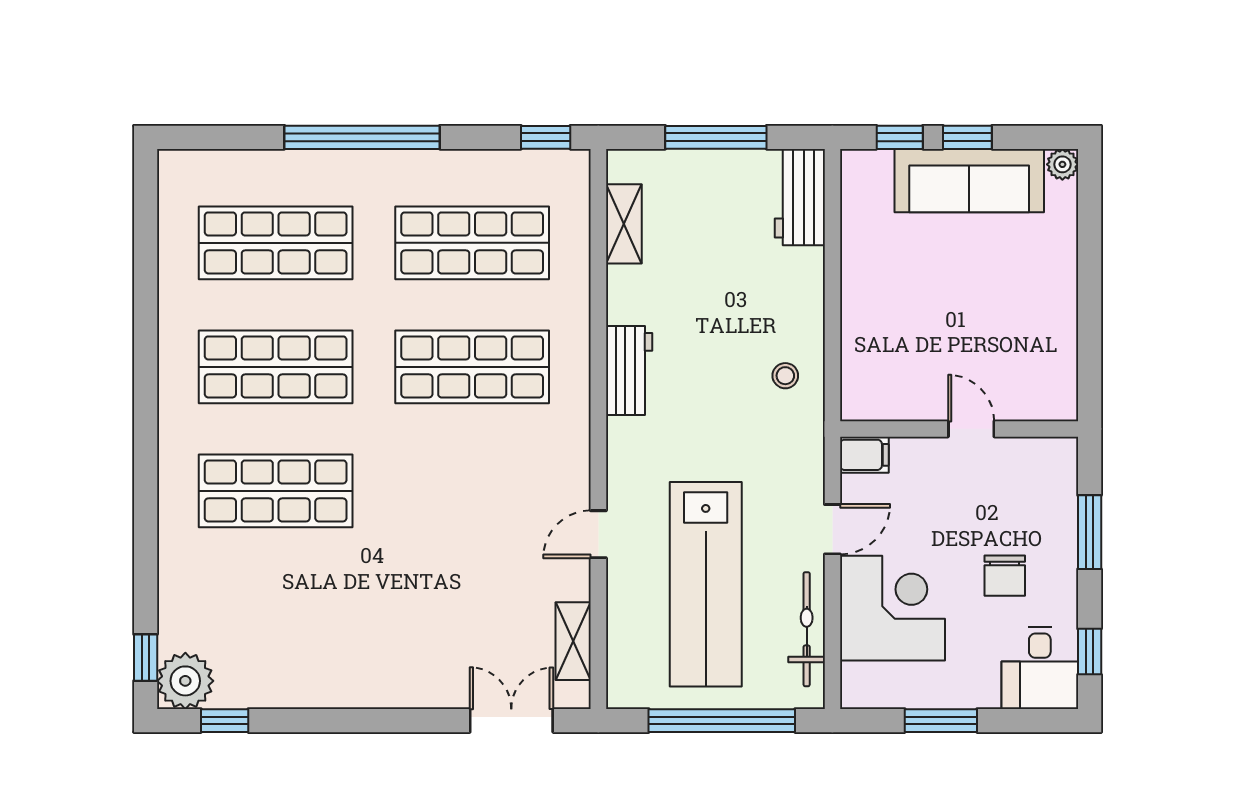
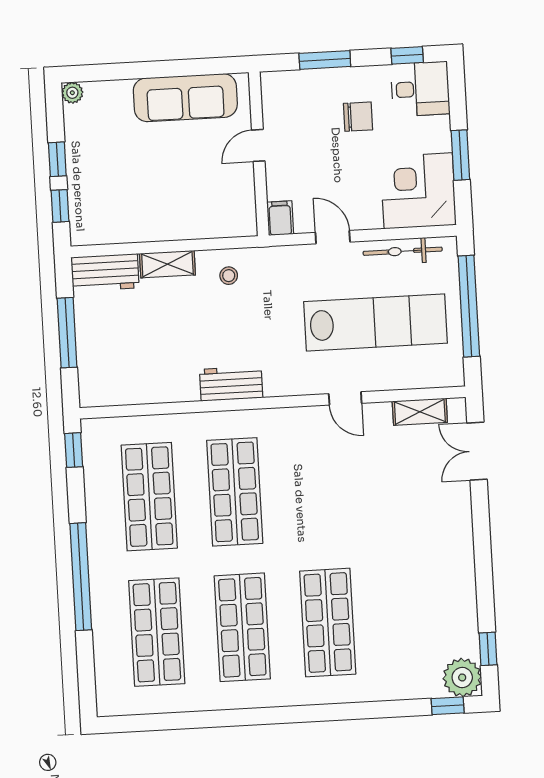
sofa: (969, 181) -> (185, 98), moved, turned 90
shelving: (624, 224) -> (167, 264), moved
corner desk: (893, 608) -> (418, 191), moved

